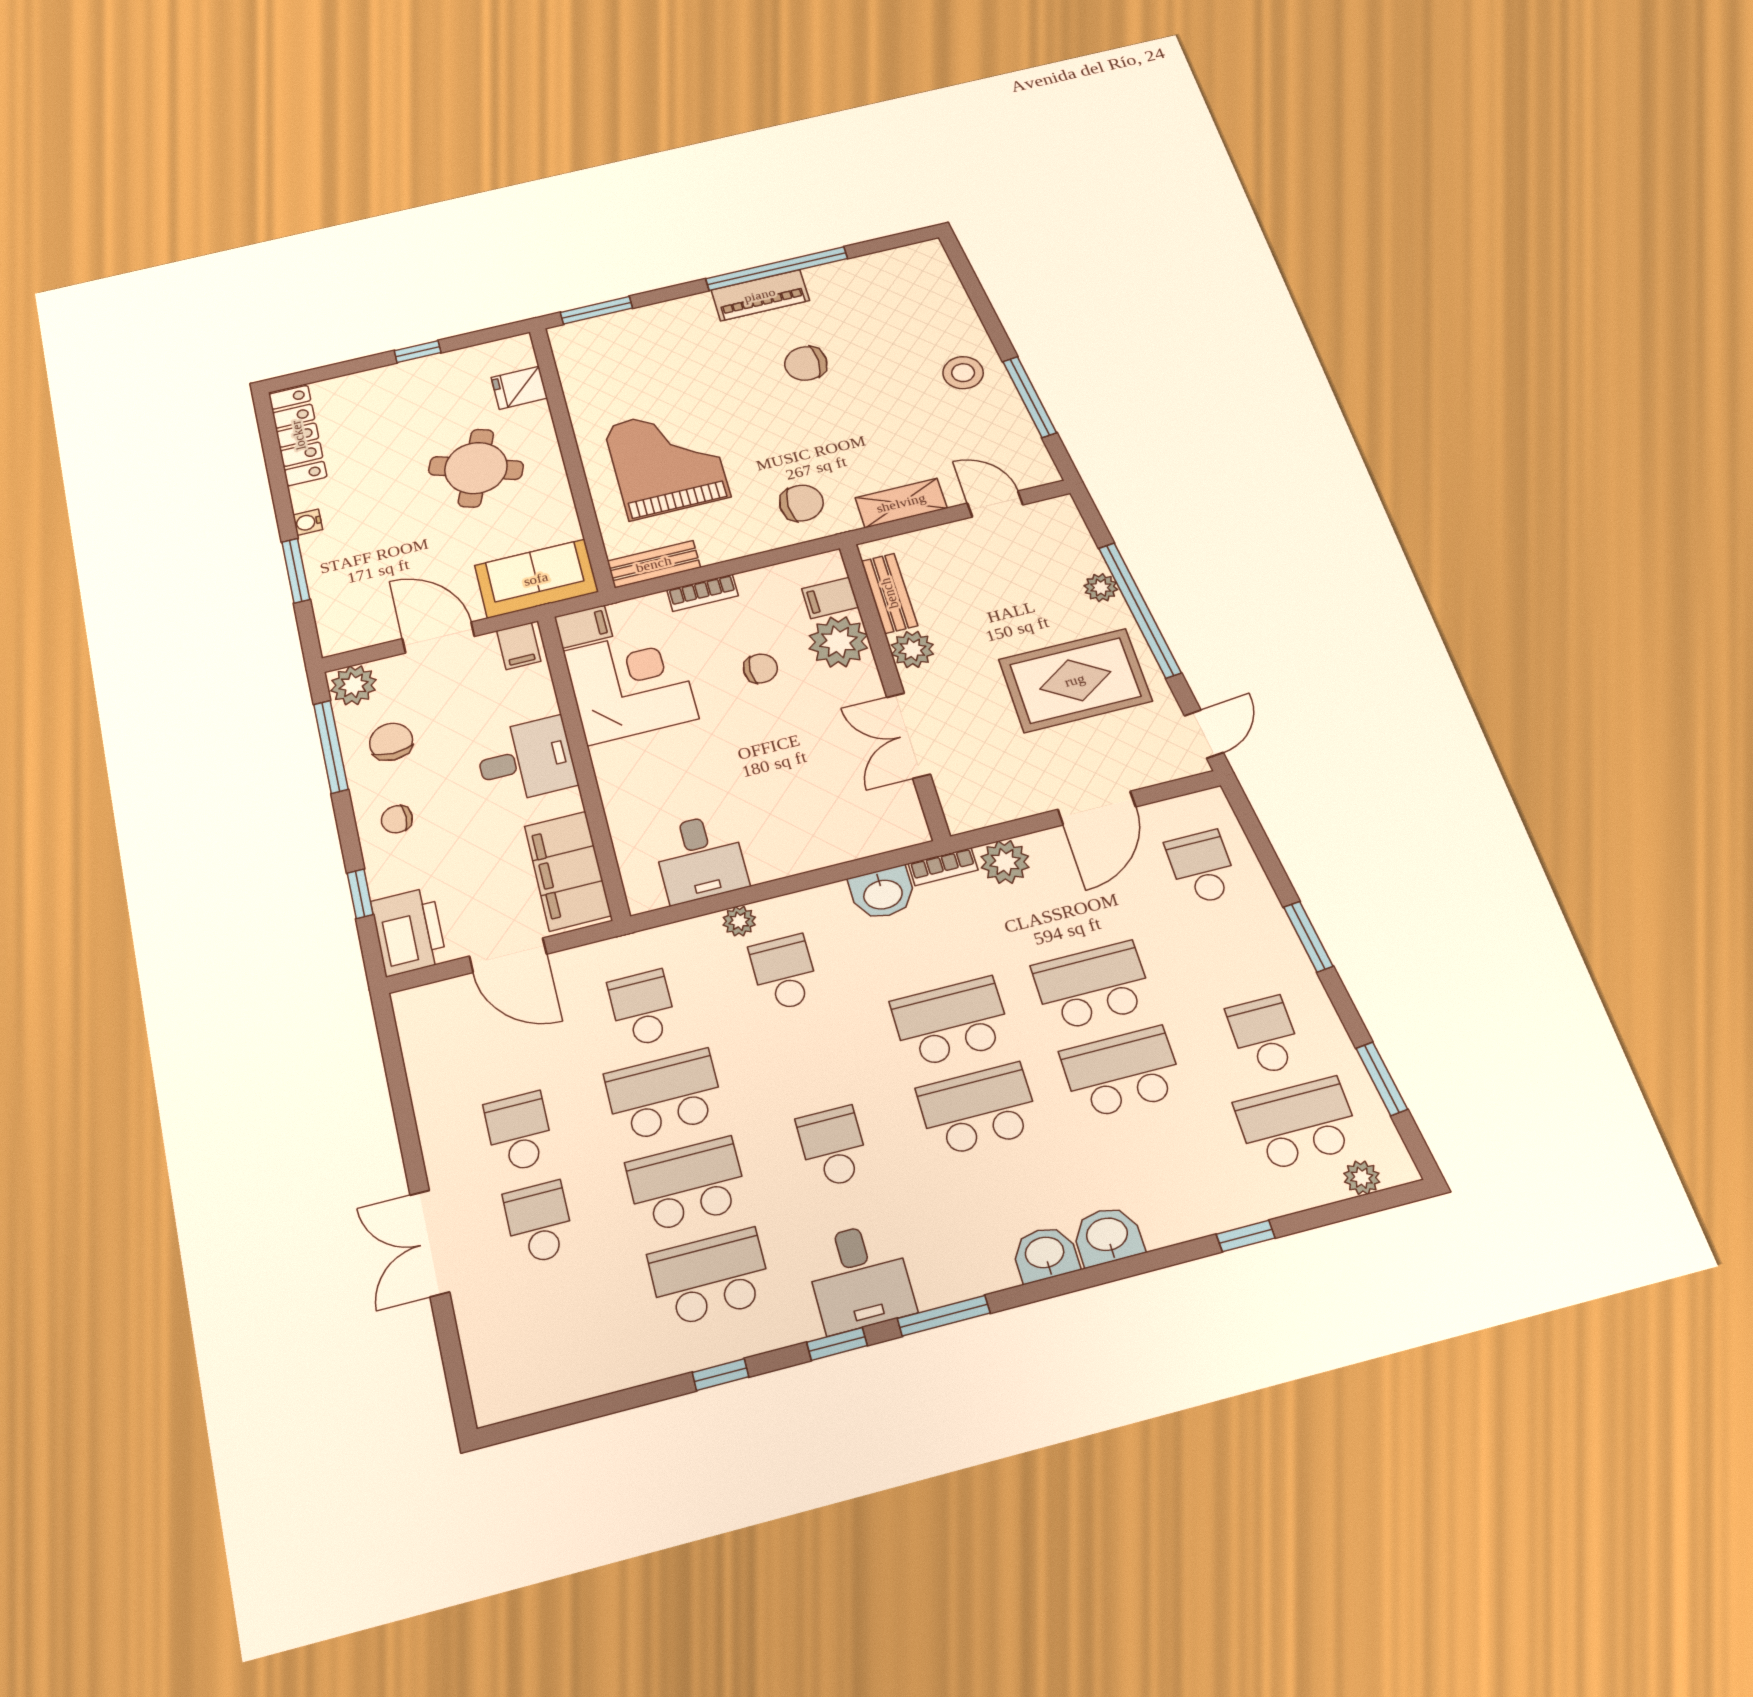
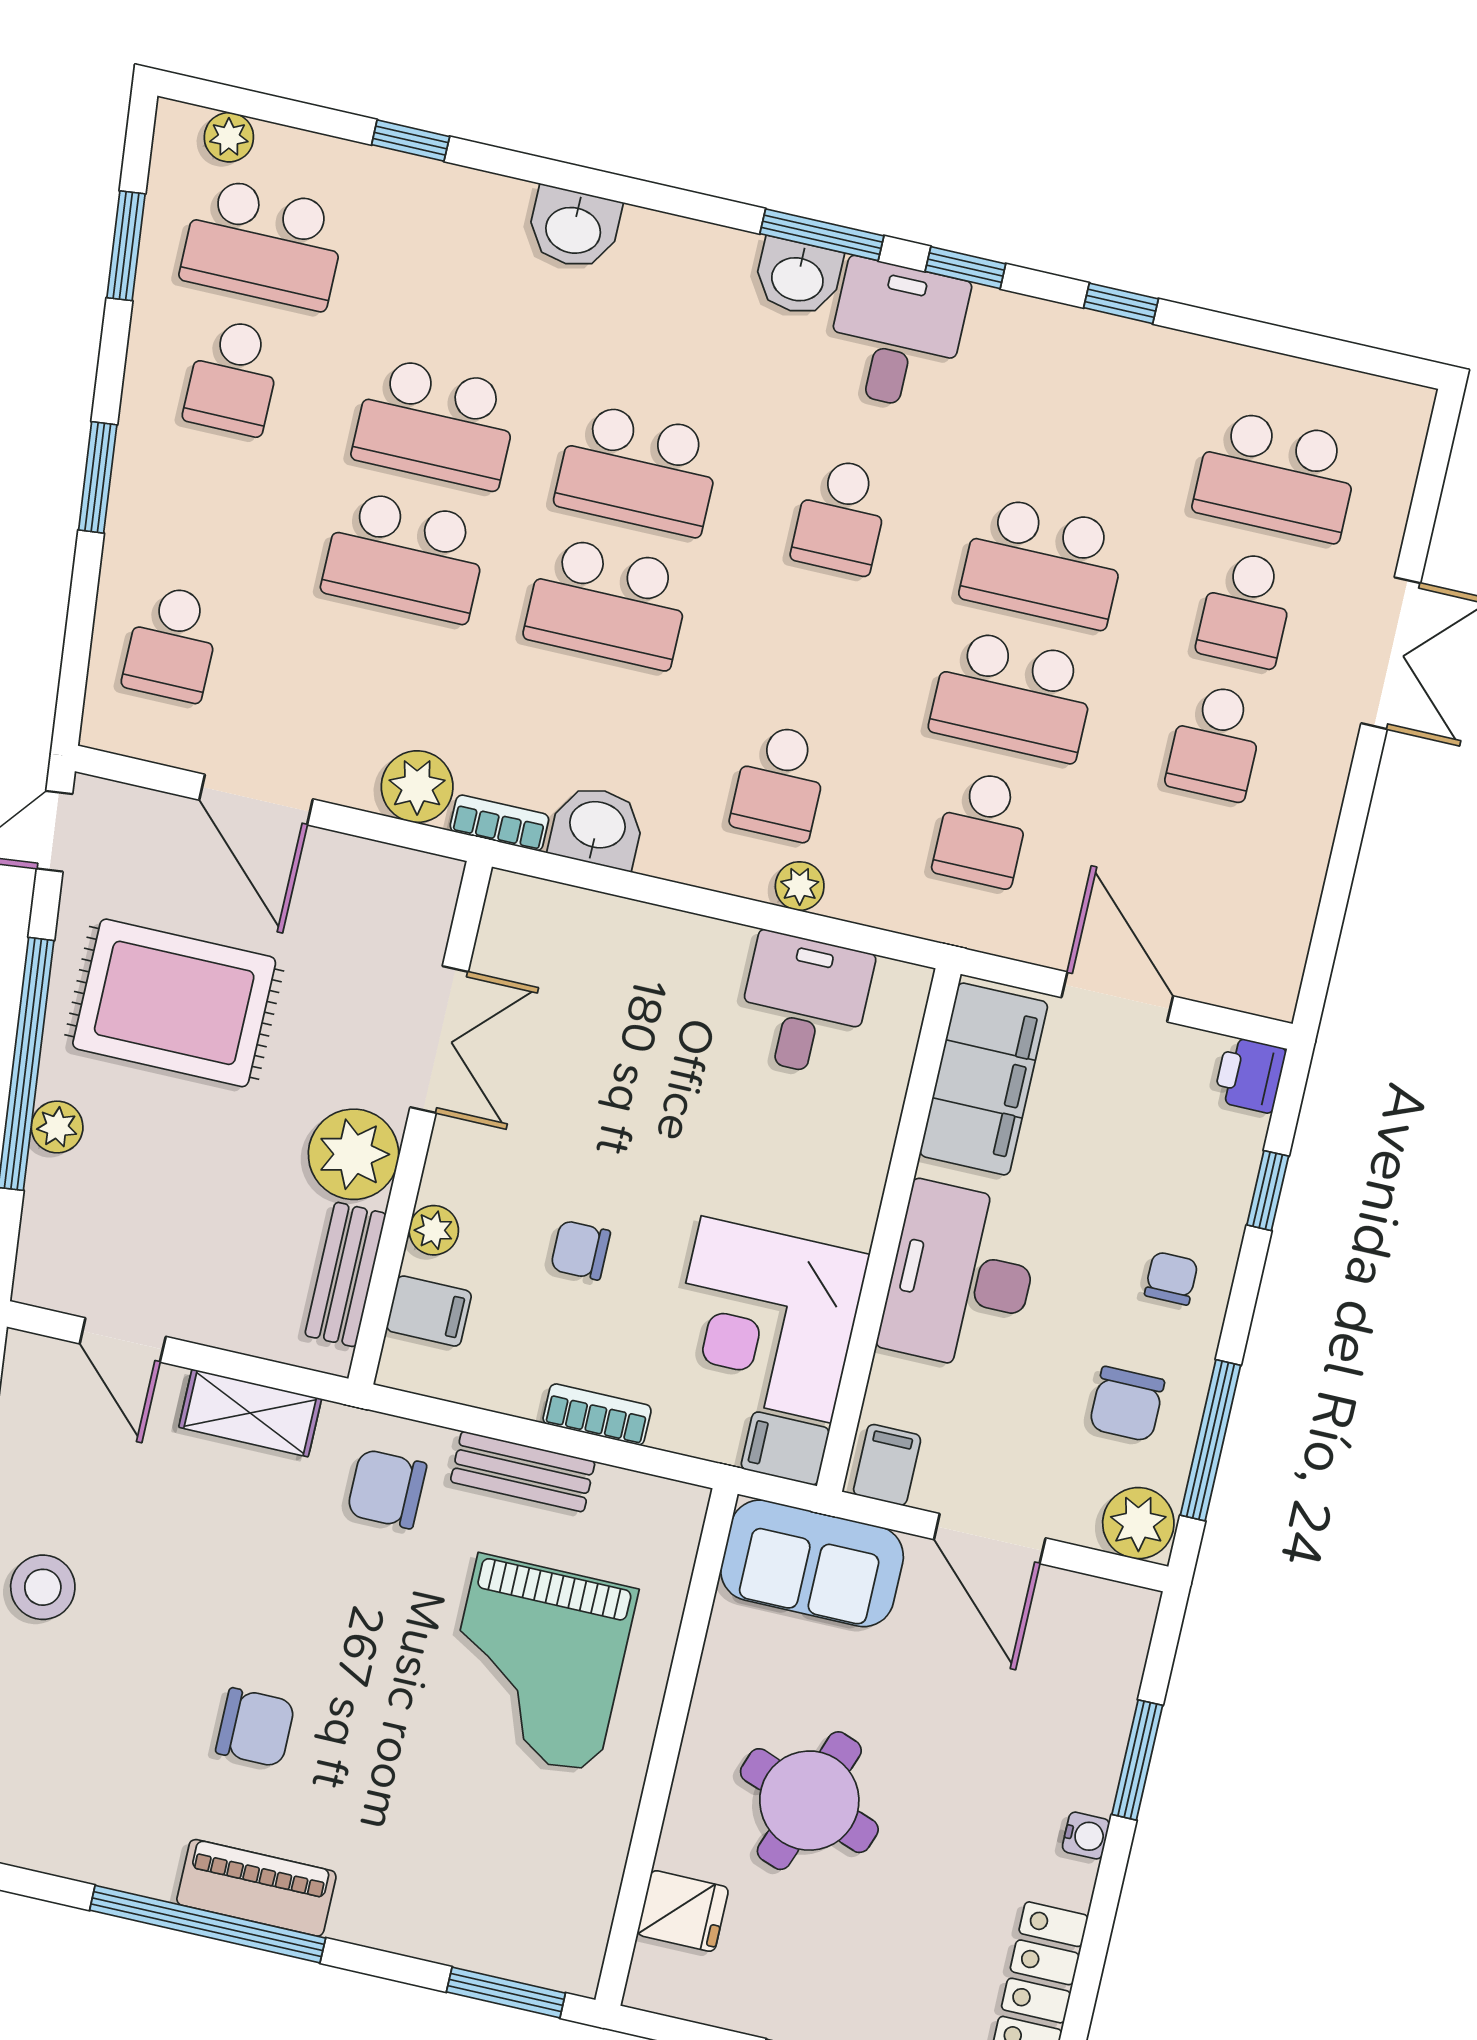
bench: (654, 564) -> (523, 1472), moved
plant: (838, 642) -> (434, 1230), width x0.53, depth x0.53
plant: (912, 649) -> (354, 1154), width x1.36, depth x1.36
desk: (526, 760) -> (961, 1277), width x1.37
door: (1097, 808) -> (256, 800), swing flipped
chair: (397, 819) -> (1171, 1278), turned -90
printer: (409, 932) -> (1250, 1075), width x0.53, depth x0.68
washbasin: (1045, 1254) -> (798, 277), moved
school desk: (710, 1277) -> (1277, 476), moved

